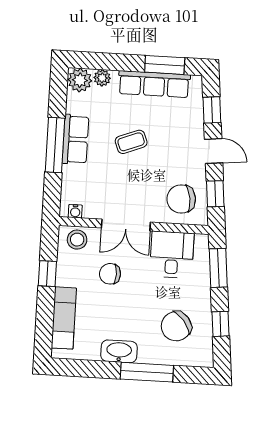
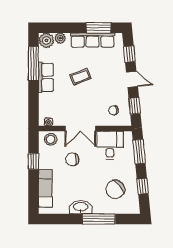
window: (55, 145) -> (33, 63), moved
chair: (181, 199) -> (114, 110), width x0.54, depth x0.54

